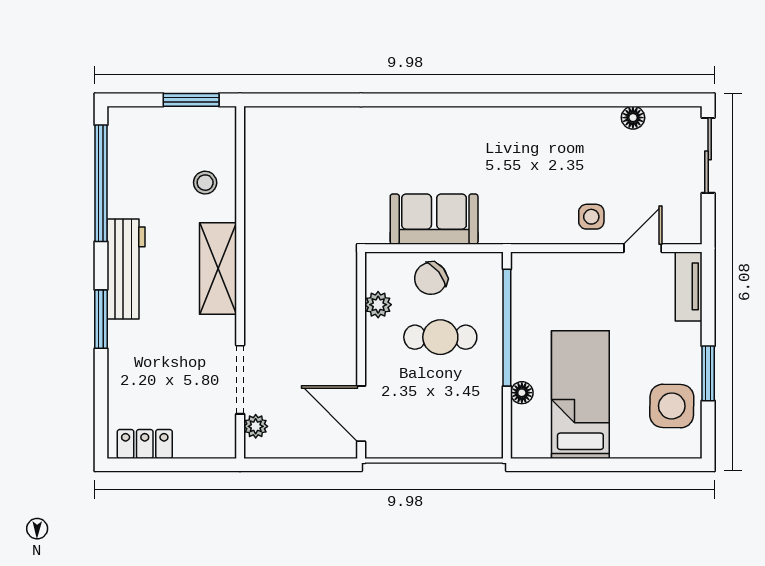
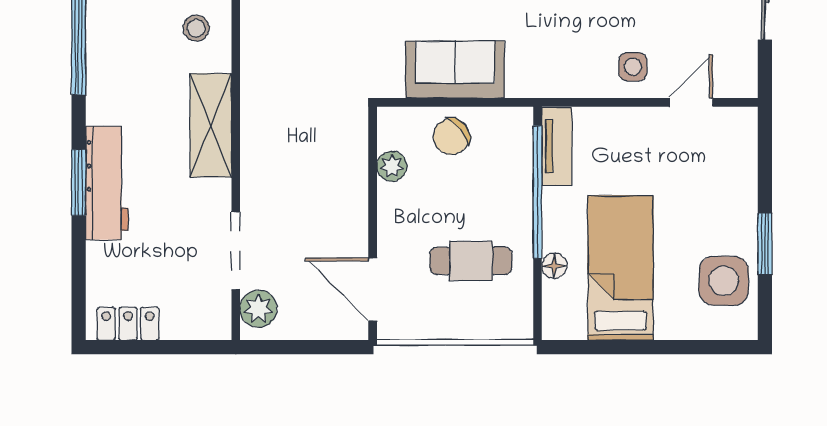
workbench: (126, 269) -> (107, 183), moved
tv unit: (689, 286) -> (557, 146), moved, turned 180
cafe table: (440, 337) -> (471, 261), moved
plant: (256, 426) -> (258, 309), width x1.38, depth x1.38

